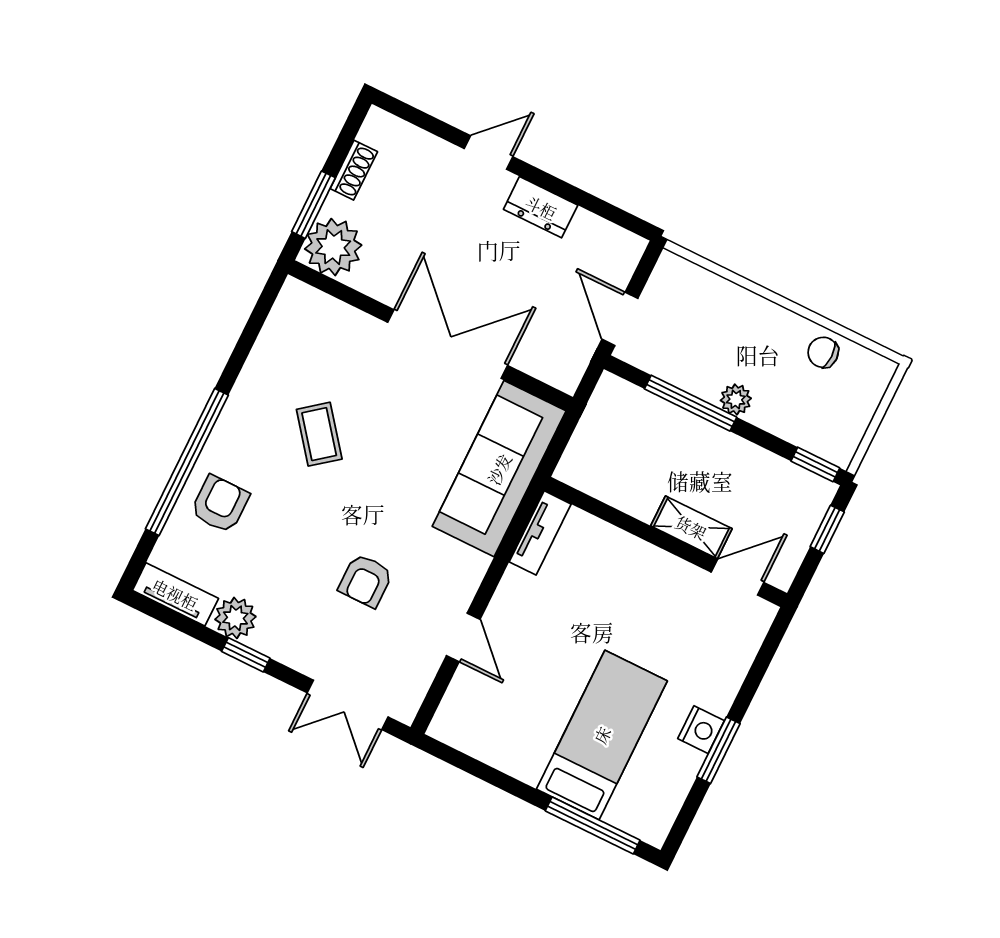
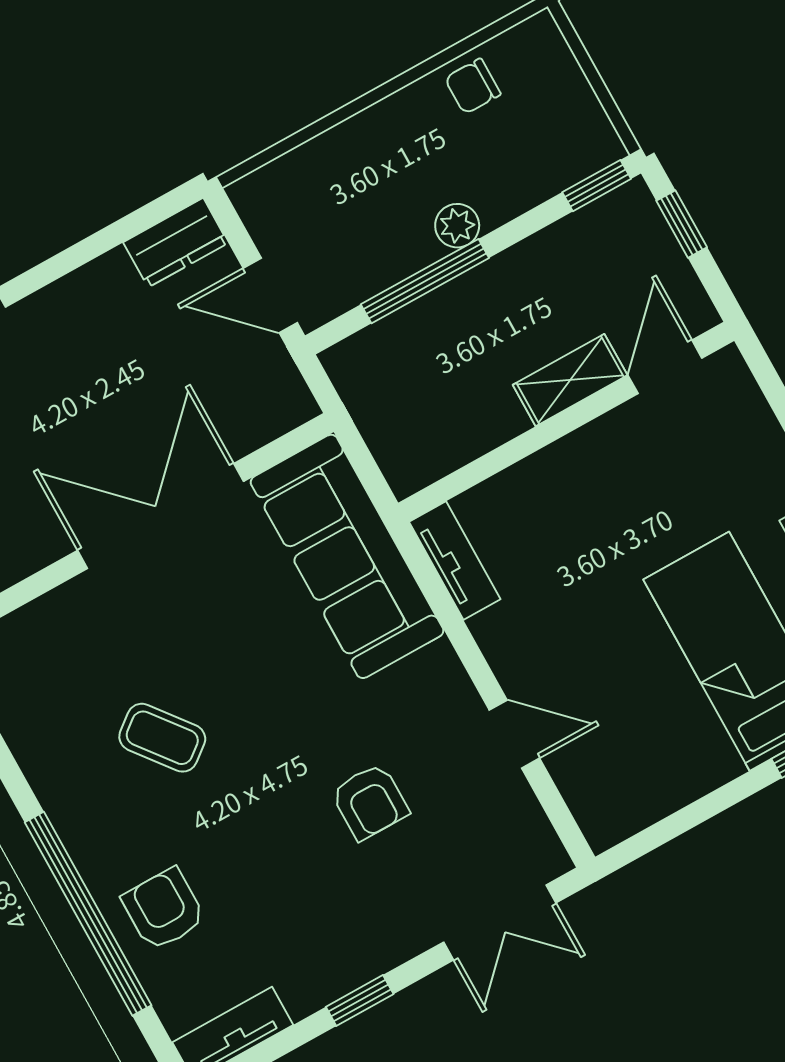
dresser: (541, 207) -> (176, 243), moved
plant: (235, 618) -> (308, 983), removed

